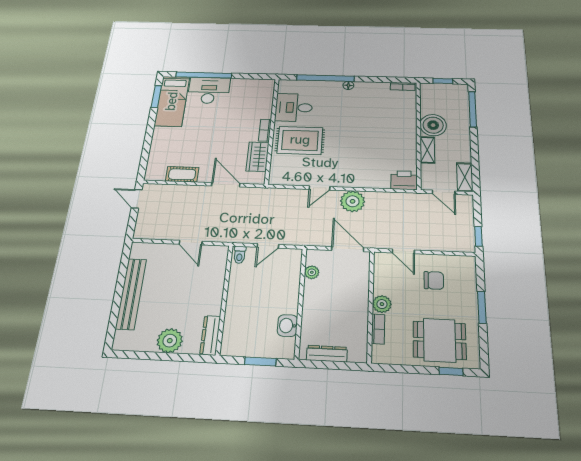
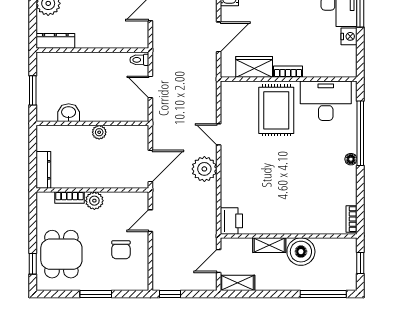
nightstand: (239, 84) -> (349, 36), added
desk: (294, 108) -> (326, 101), width x1.37
plant: (312, 272) -> (99, 132), moved
dresser: (327, 354) -> (43, 170), moved

